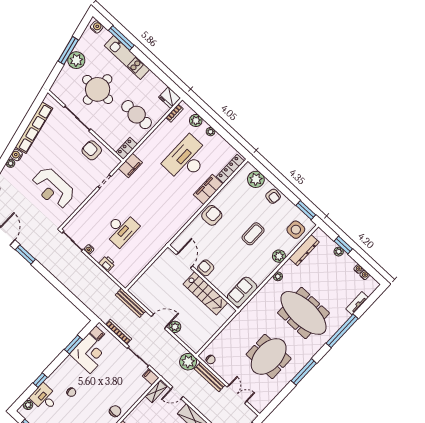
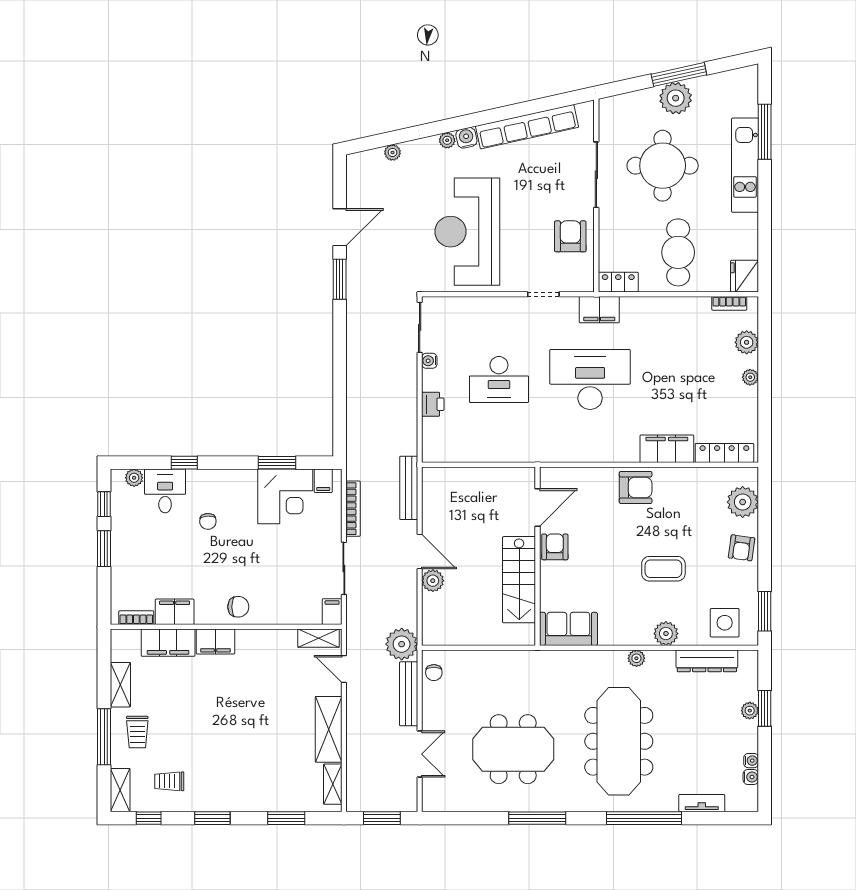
water cooler: (97, 27) -> (748, 83), removed
desk: (187, 159) -> (590, 379), moved
reception desk: (53, 188) -> (467, 232), width x1.36, depth x1.30

